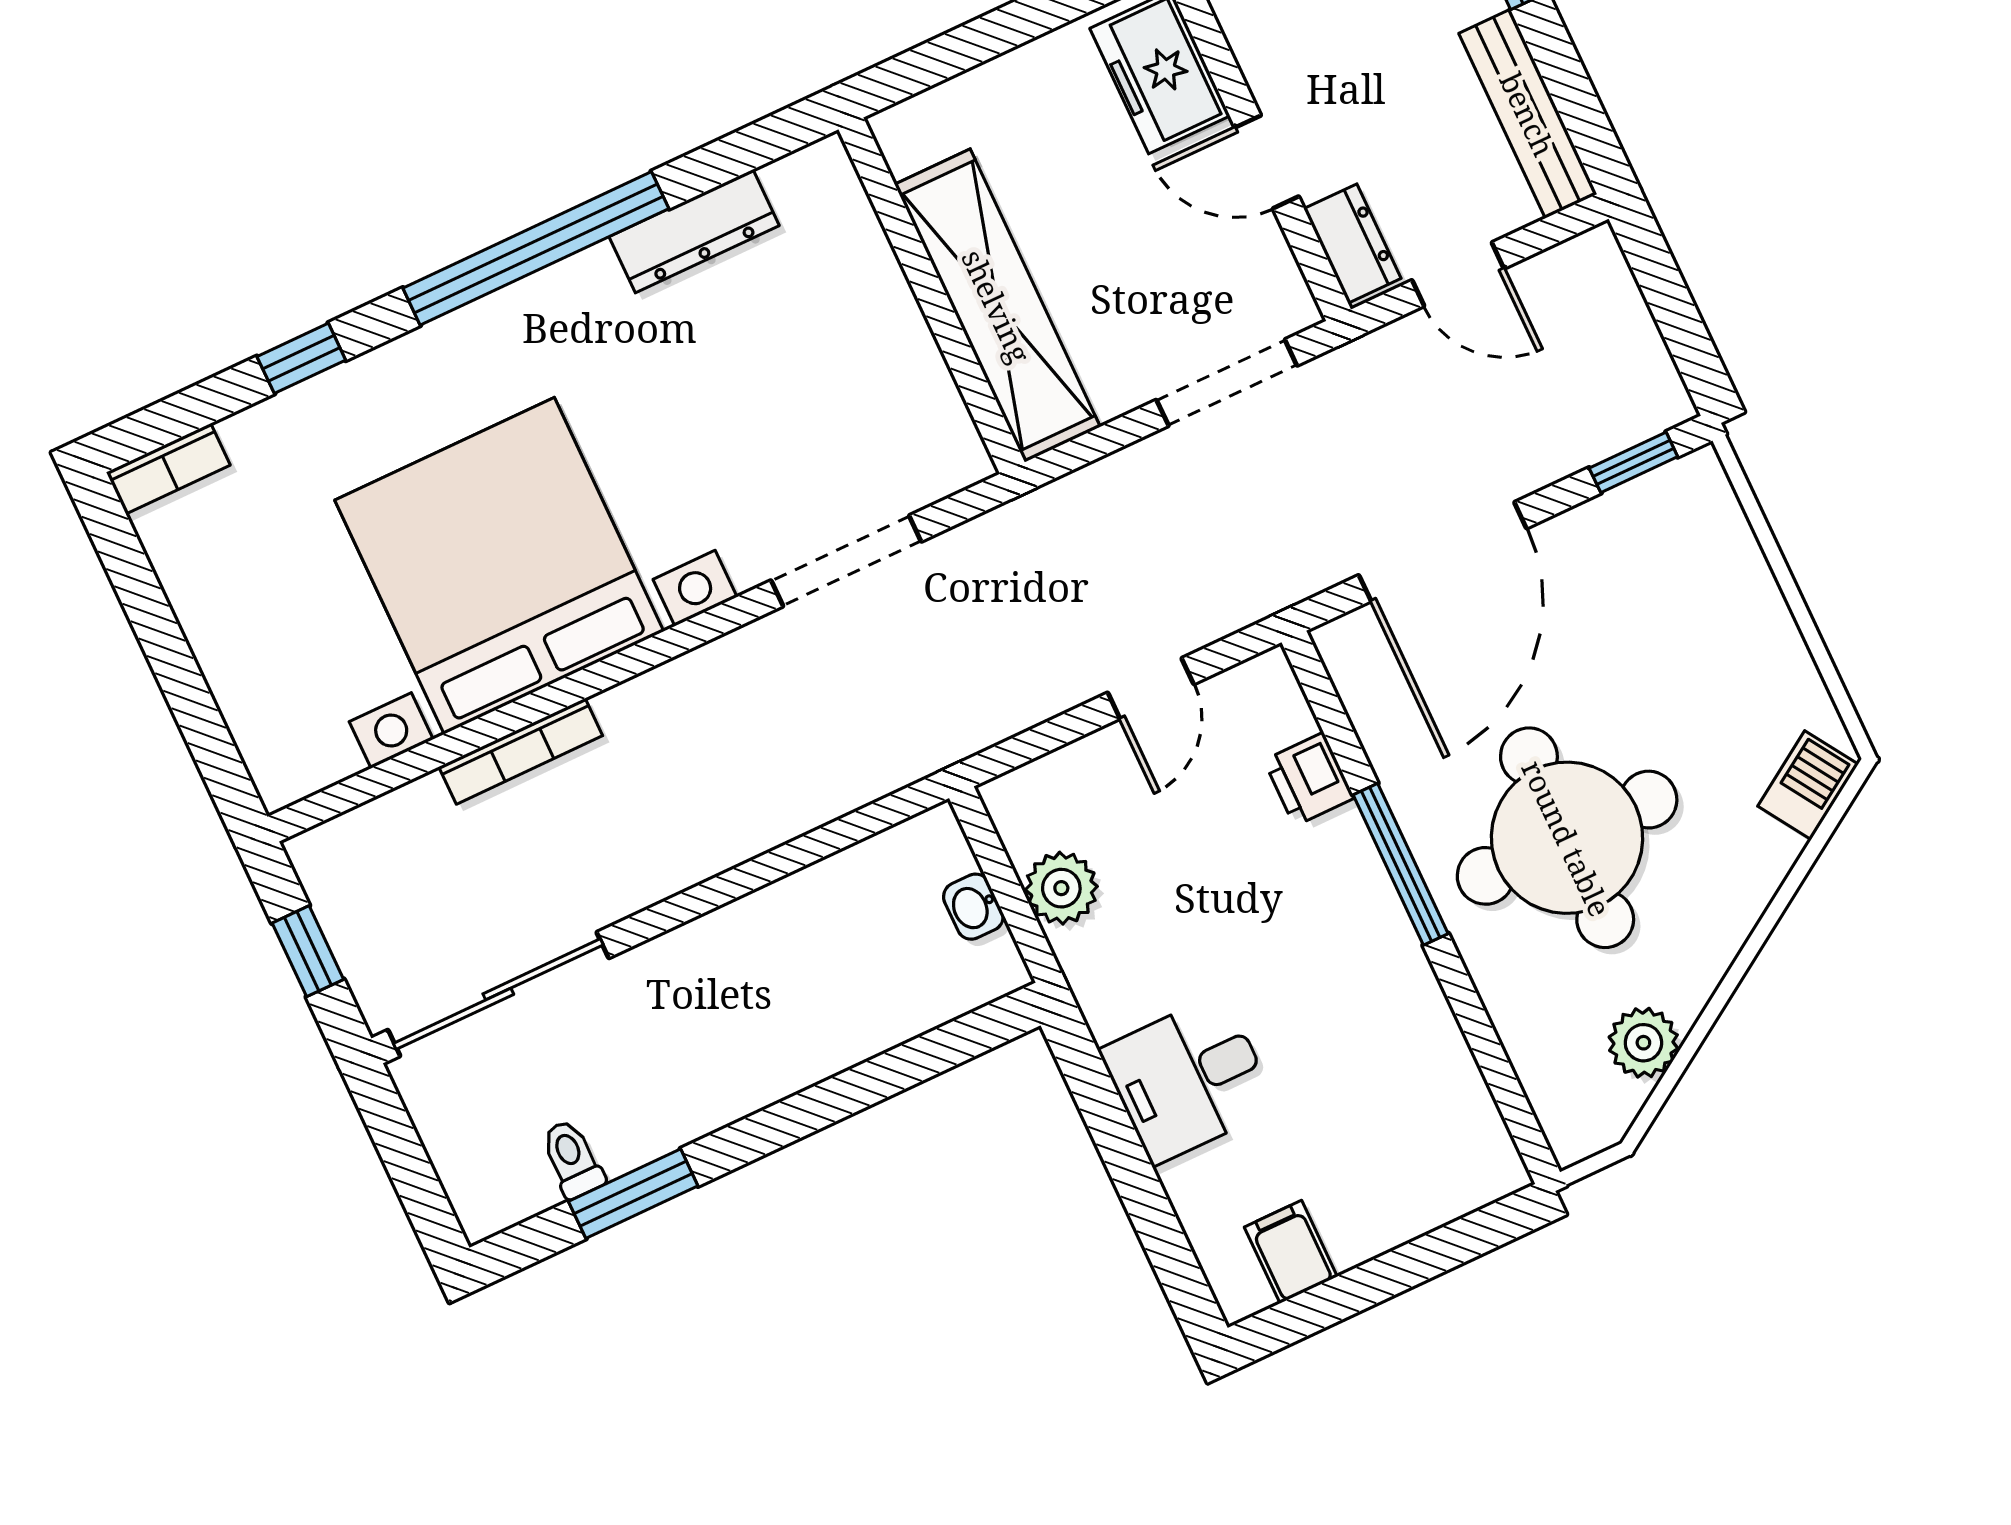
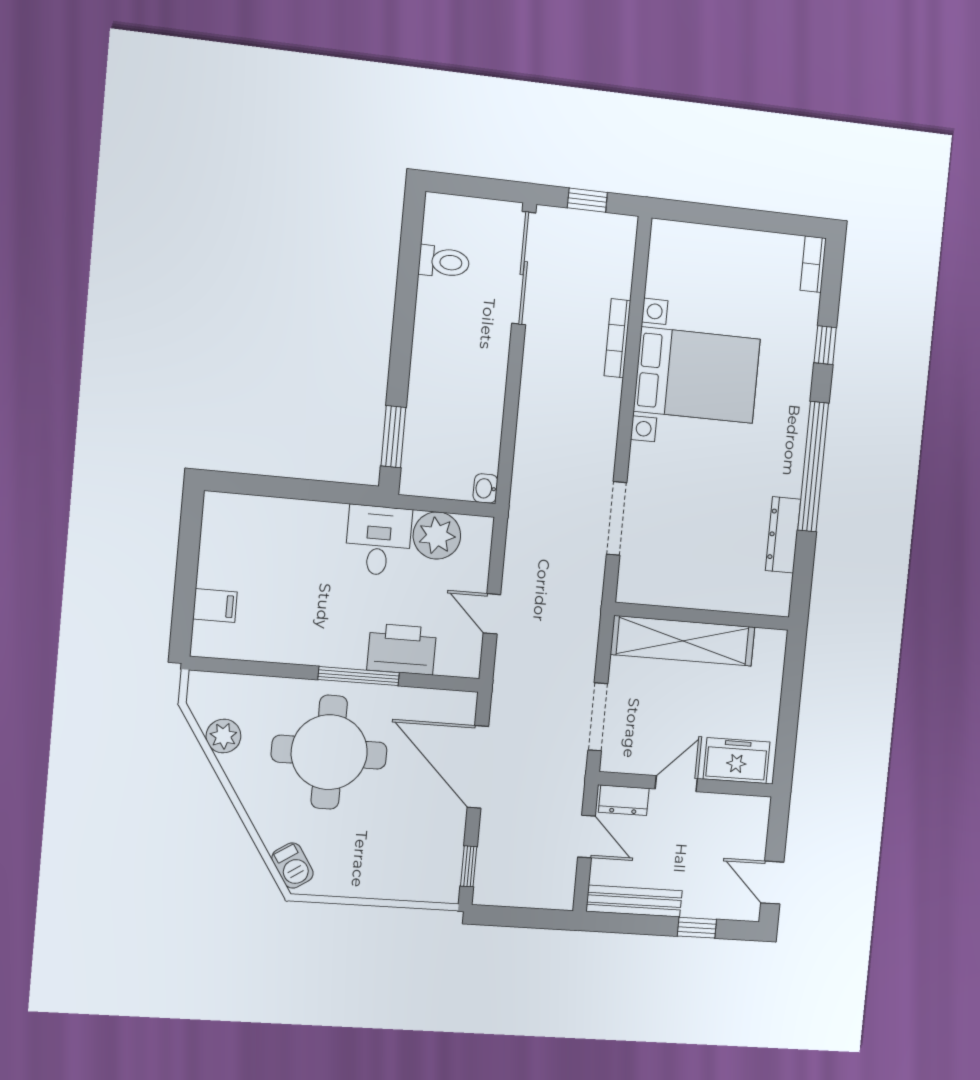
door: (1458, 274) -> (587, 837), swing flipped
bed with nightstands: (499, 566) -> (697, 375), width x0.73
printer: (1309, 779) -> (402, 649), width x1.87, depth x1.48
plant: (1061, 888) -> (437, 535), width x1.36, depth x1.36
washbasin: (973, 907) -> (485, 488), moved, turned -90
desk: (1188, 1079) -> (378, 540), moved
toilet: (572, 1159) -> (444, 262), width x1.37, depth x1.39
window: (633, 1194) -> (393, 437), moved
filing cabinet: (1291, 1252) -> (215, 605), moved

